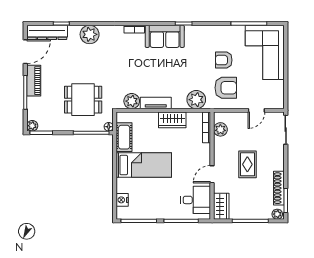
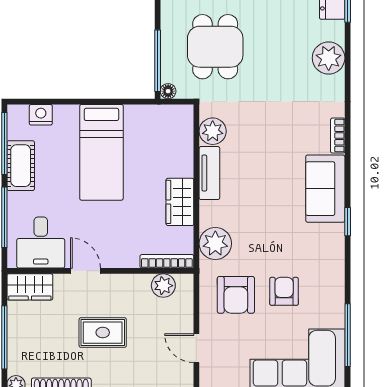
cot: (124, 137) -> (21, 166), moved, turned 90

